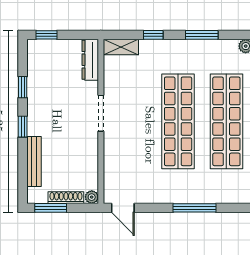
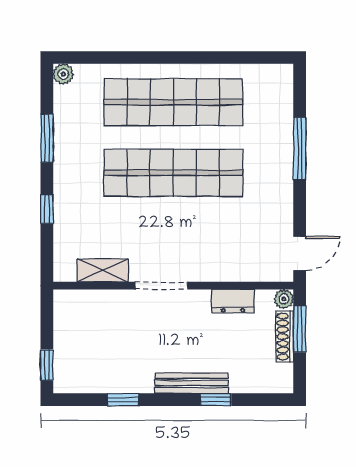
shelving: (121, 47) -> (103, 270), moved, turned 90
dresser: (90, 60) -> (233, 301), moved, width x0.70
window: (23, 127) -> (216, 400), moved
bench: (34, 162) -> (192, 383), moved
window: (51, 208) -> (300, 329), moved

